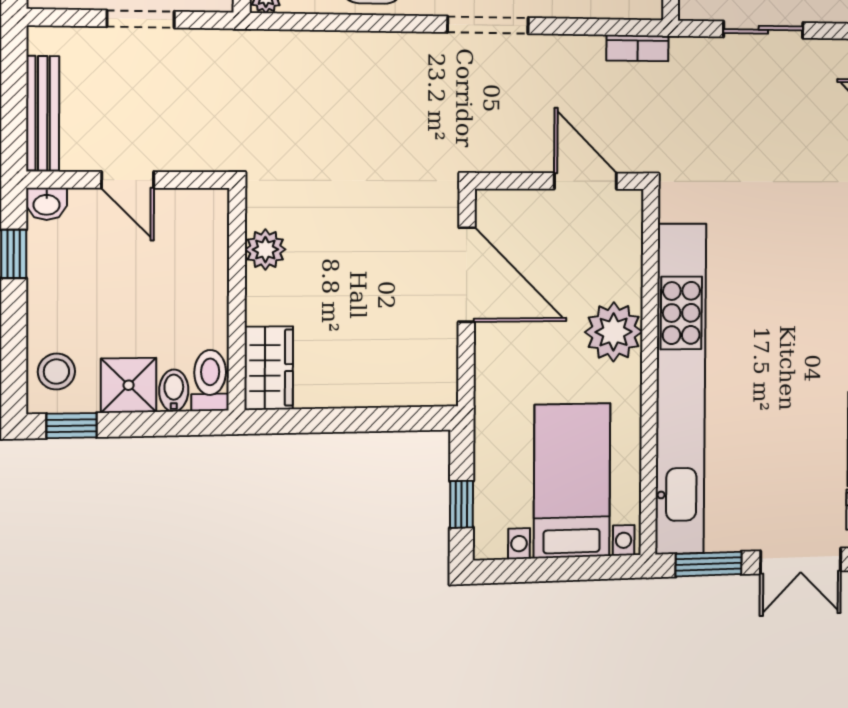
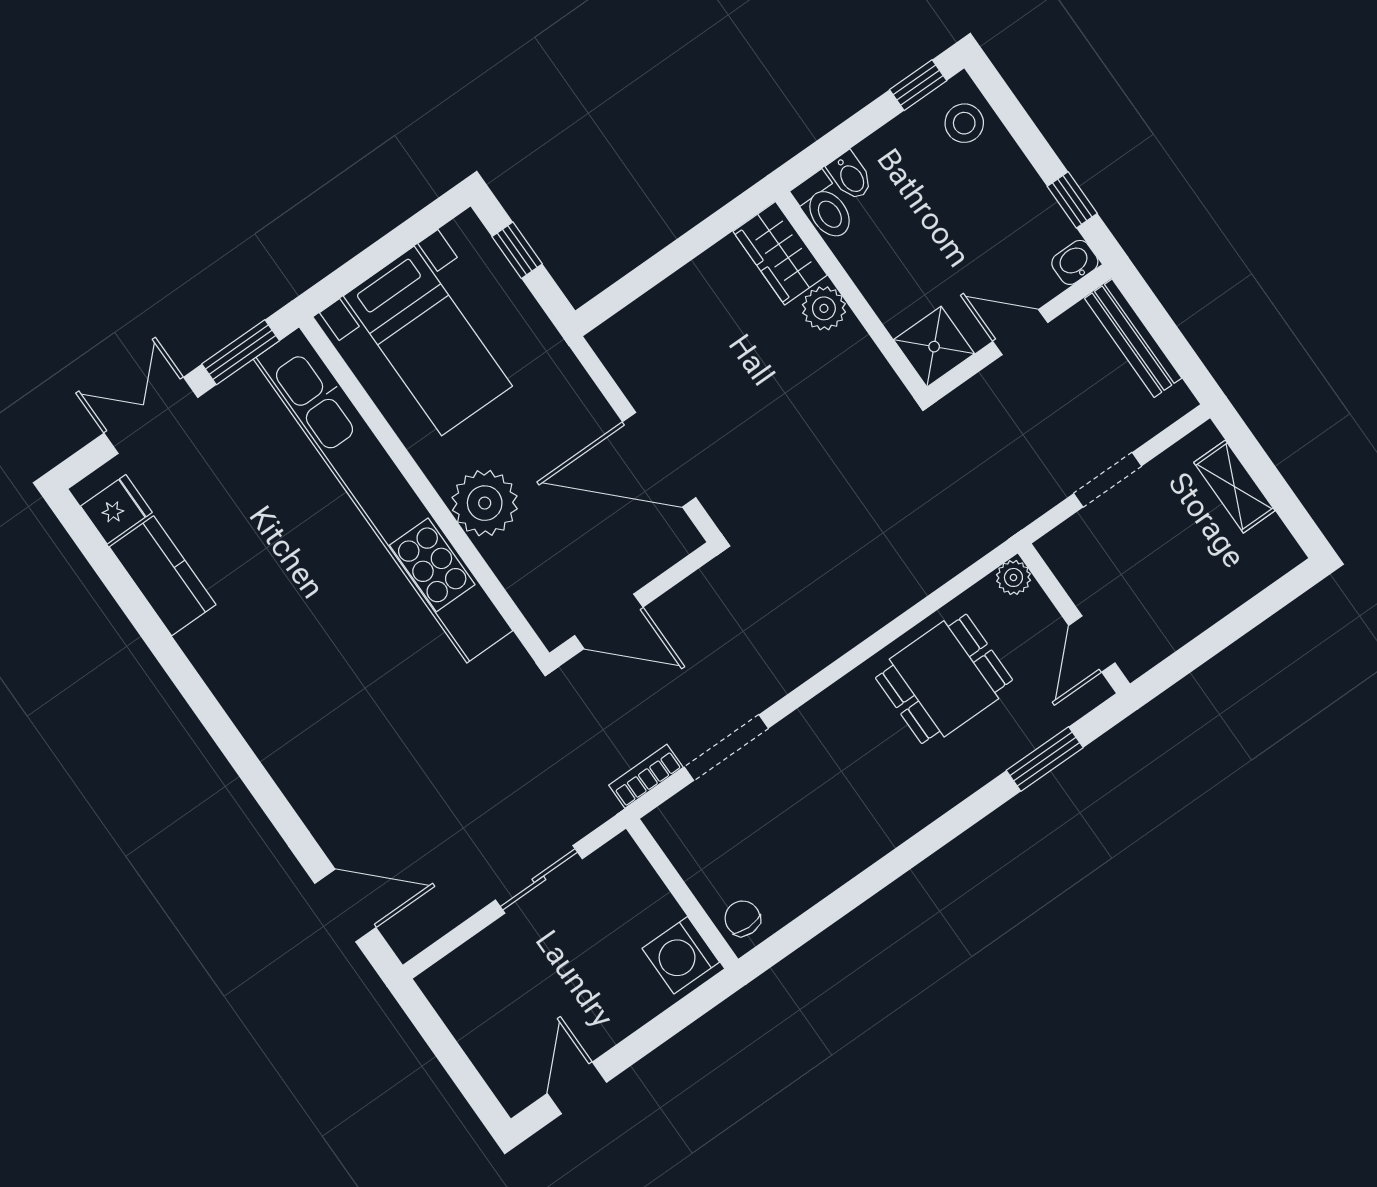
doorway: (488, 25) -> (726, 748), moved
plant: (265, 250) -> (824, 308), moved
shower: (129, 385) -> (934, 347), moved

